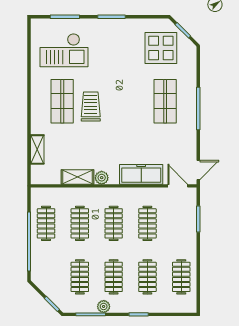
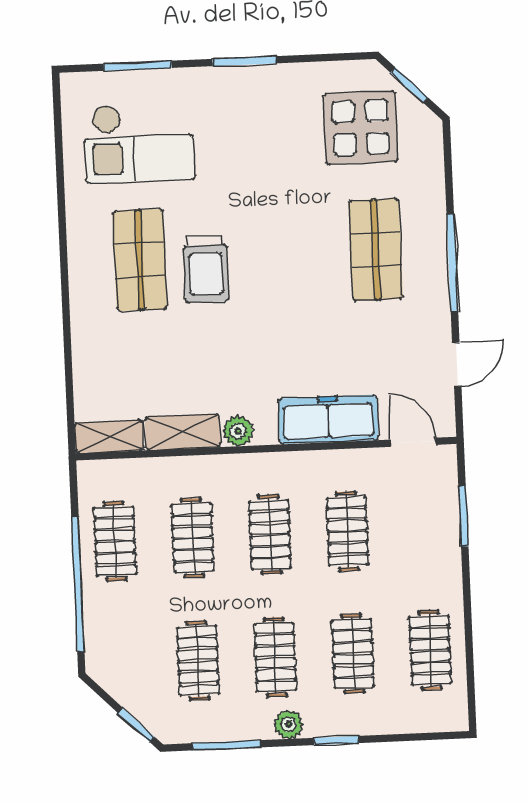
trolley: (91, 107) -> (206, 269), turned 180
shelving: (37, 149) -> (109, 437), moved, turned 90
door: (198, 170) -> (457, 364), moved
plant: (104, 306) -> (289, 725), moved

